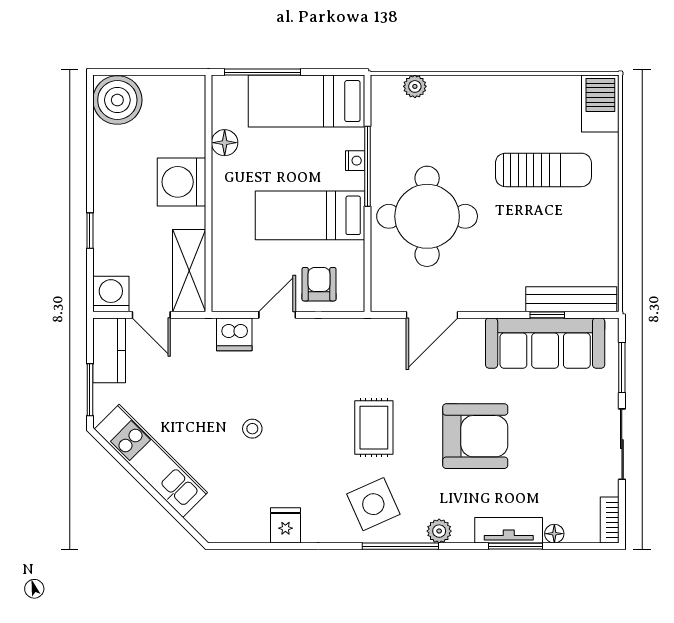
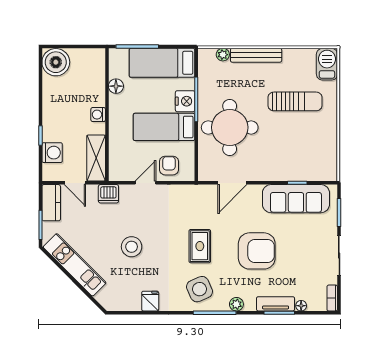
nightstand: (355, 161) -> (185, 101), width x1.89, depth x1.79
washing machine: (181, 182) -> (98, 115), width x0.53, depth x0.53
washing machine: (111, 294) -> (52, 153), moved, turned 90
bench: (571, 299) -> (256, 55), moved
dishwasher: (234, 334) -> (108, 194), moved
stool: (252, 429) -> (132, 247), width x1.89, depth x1.89

